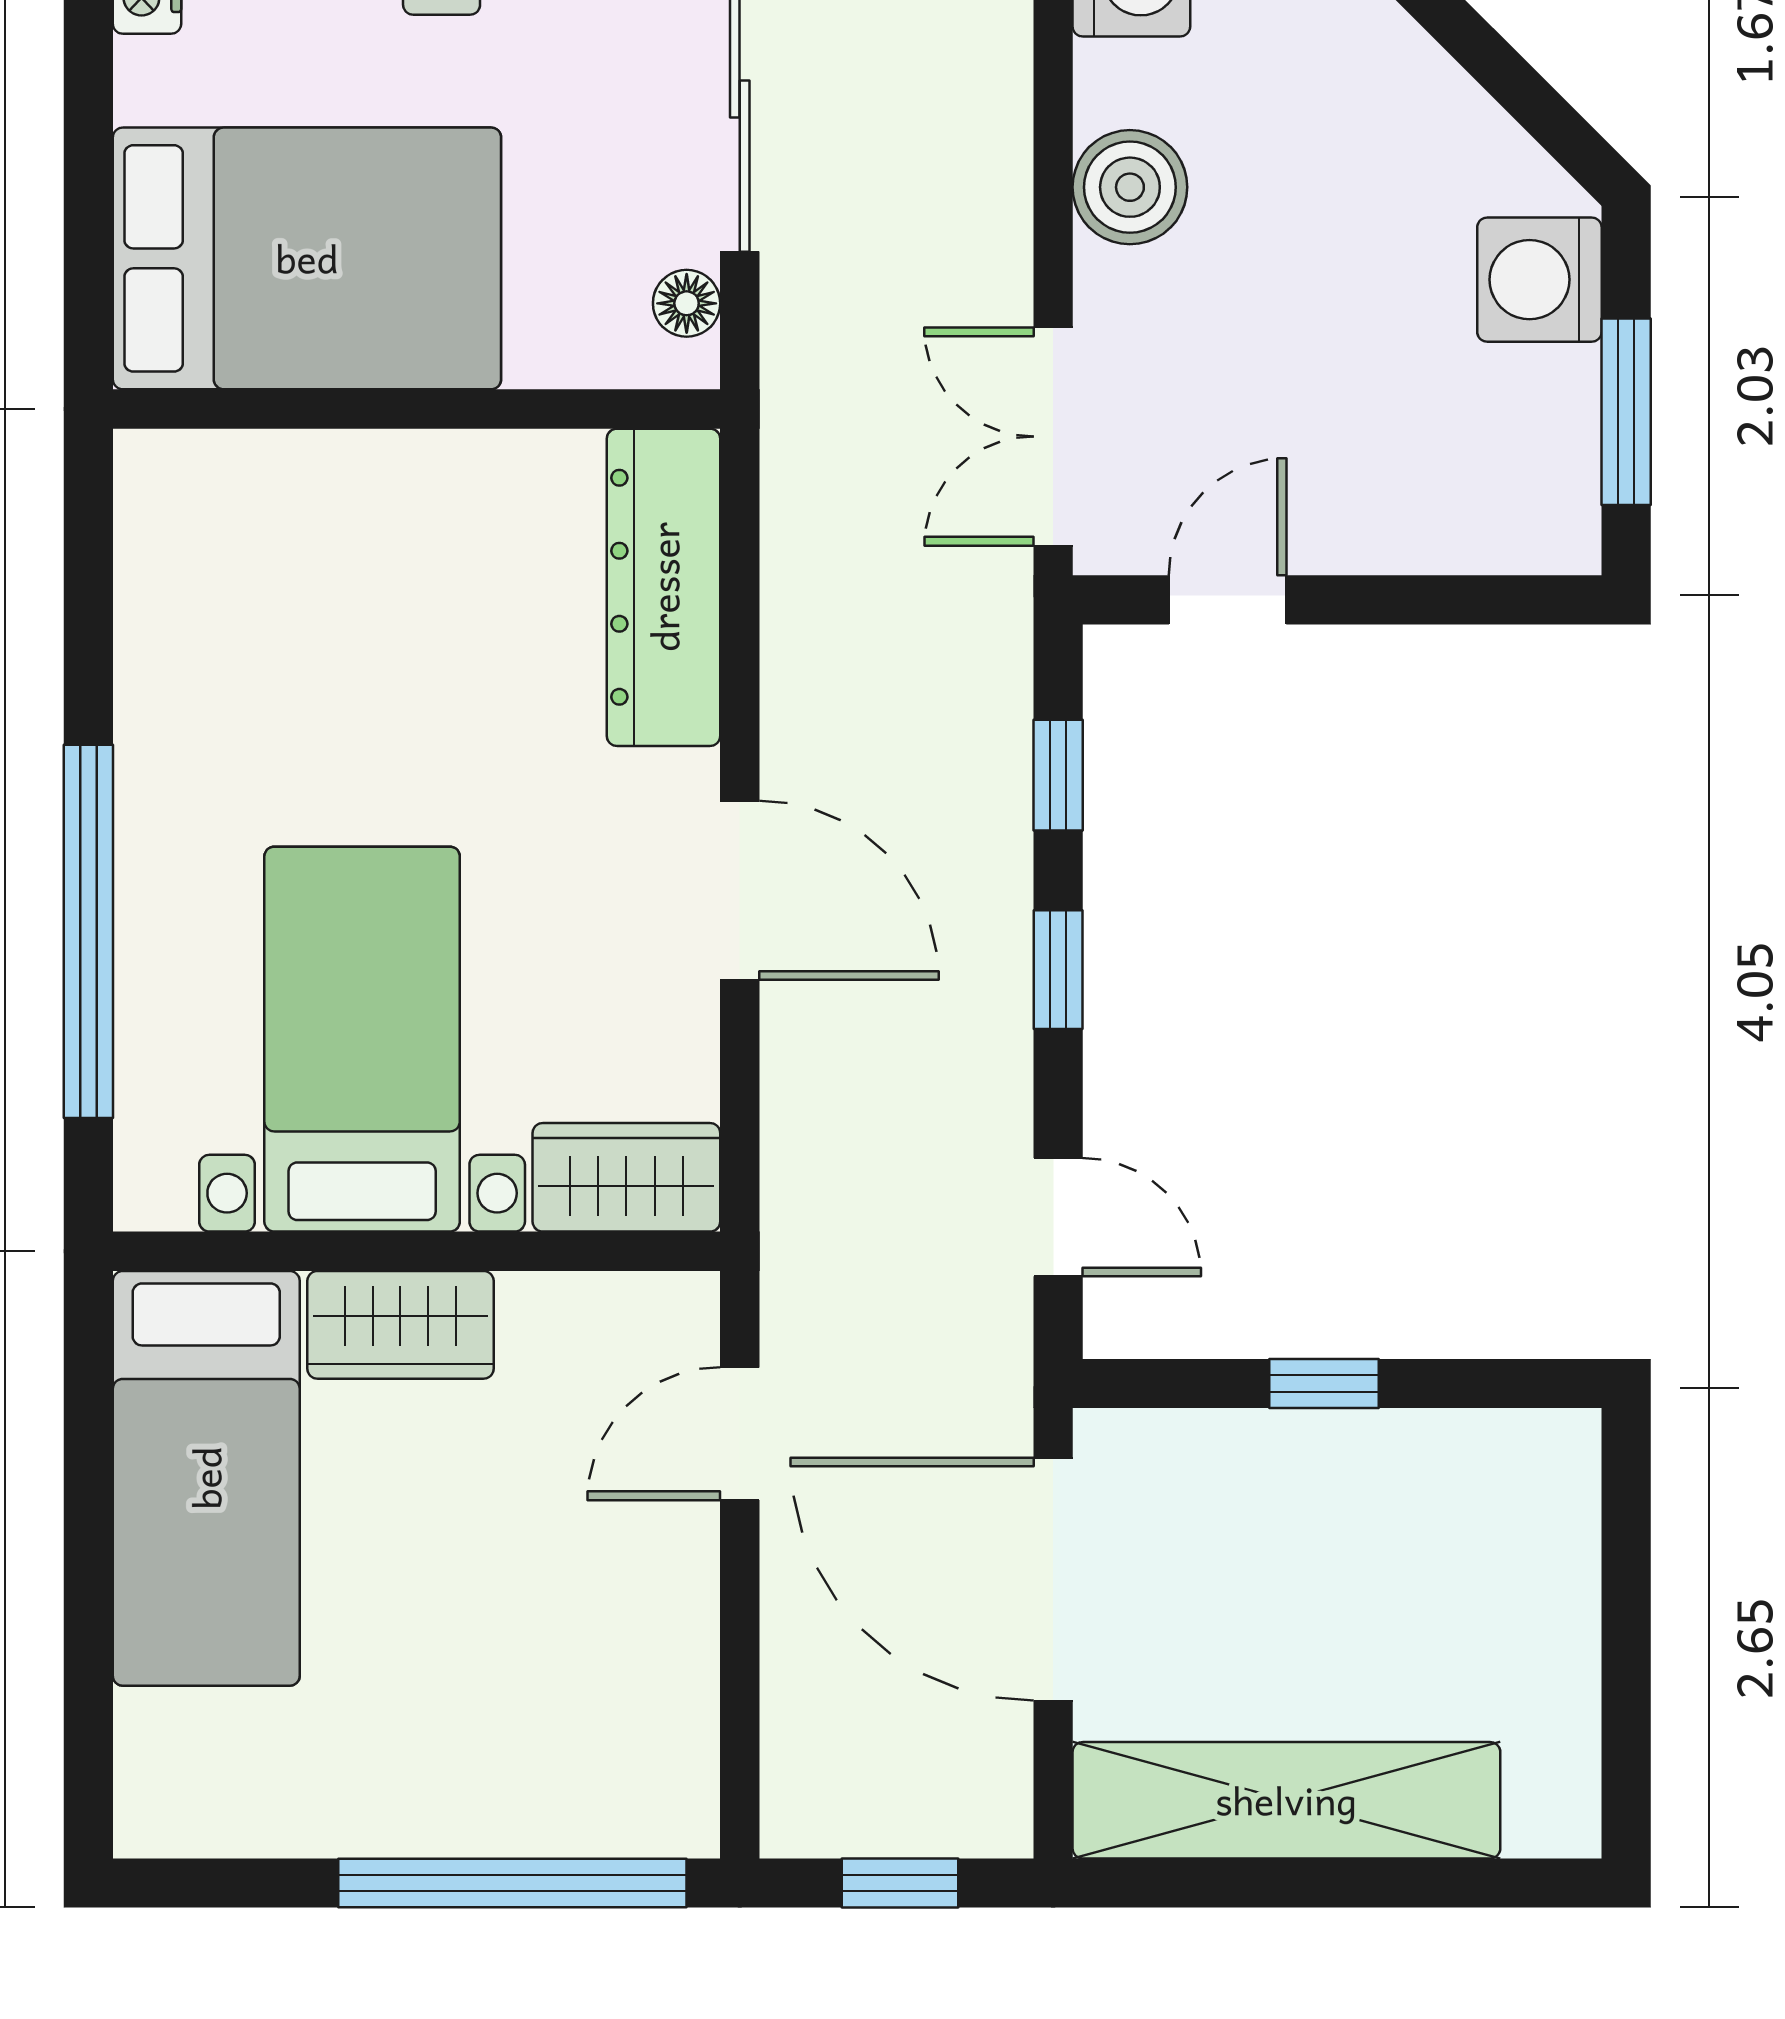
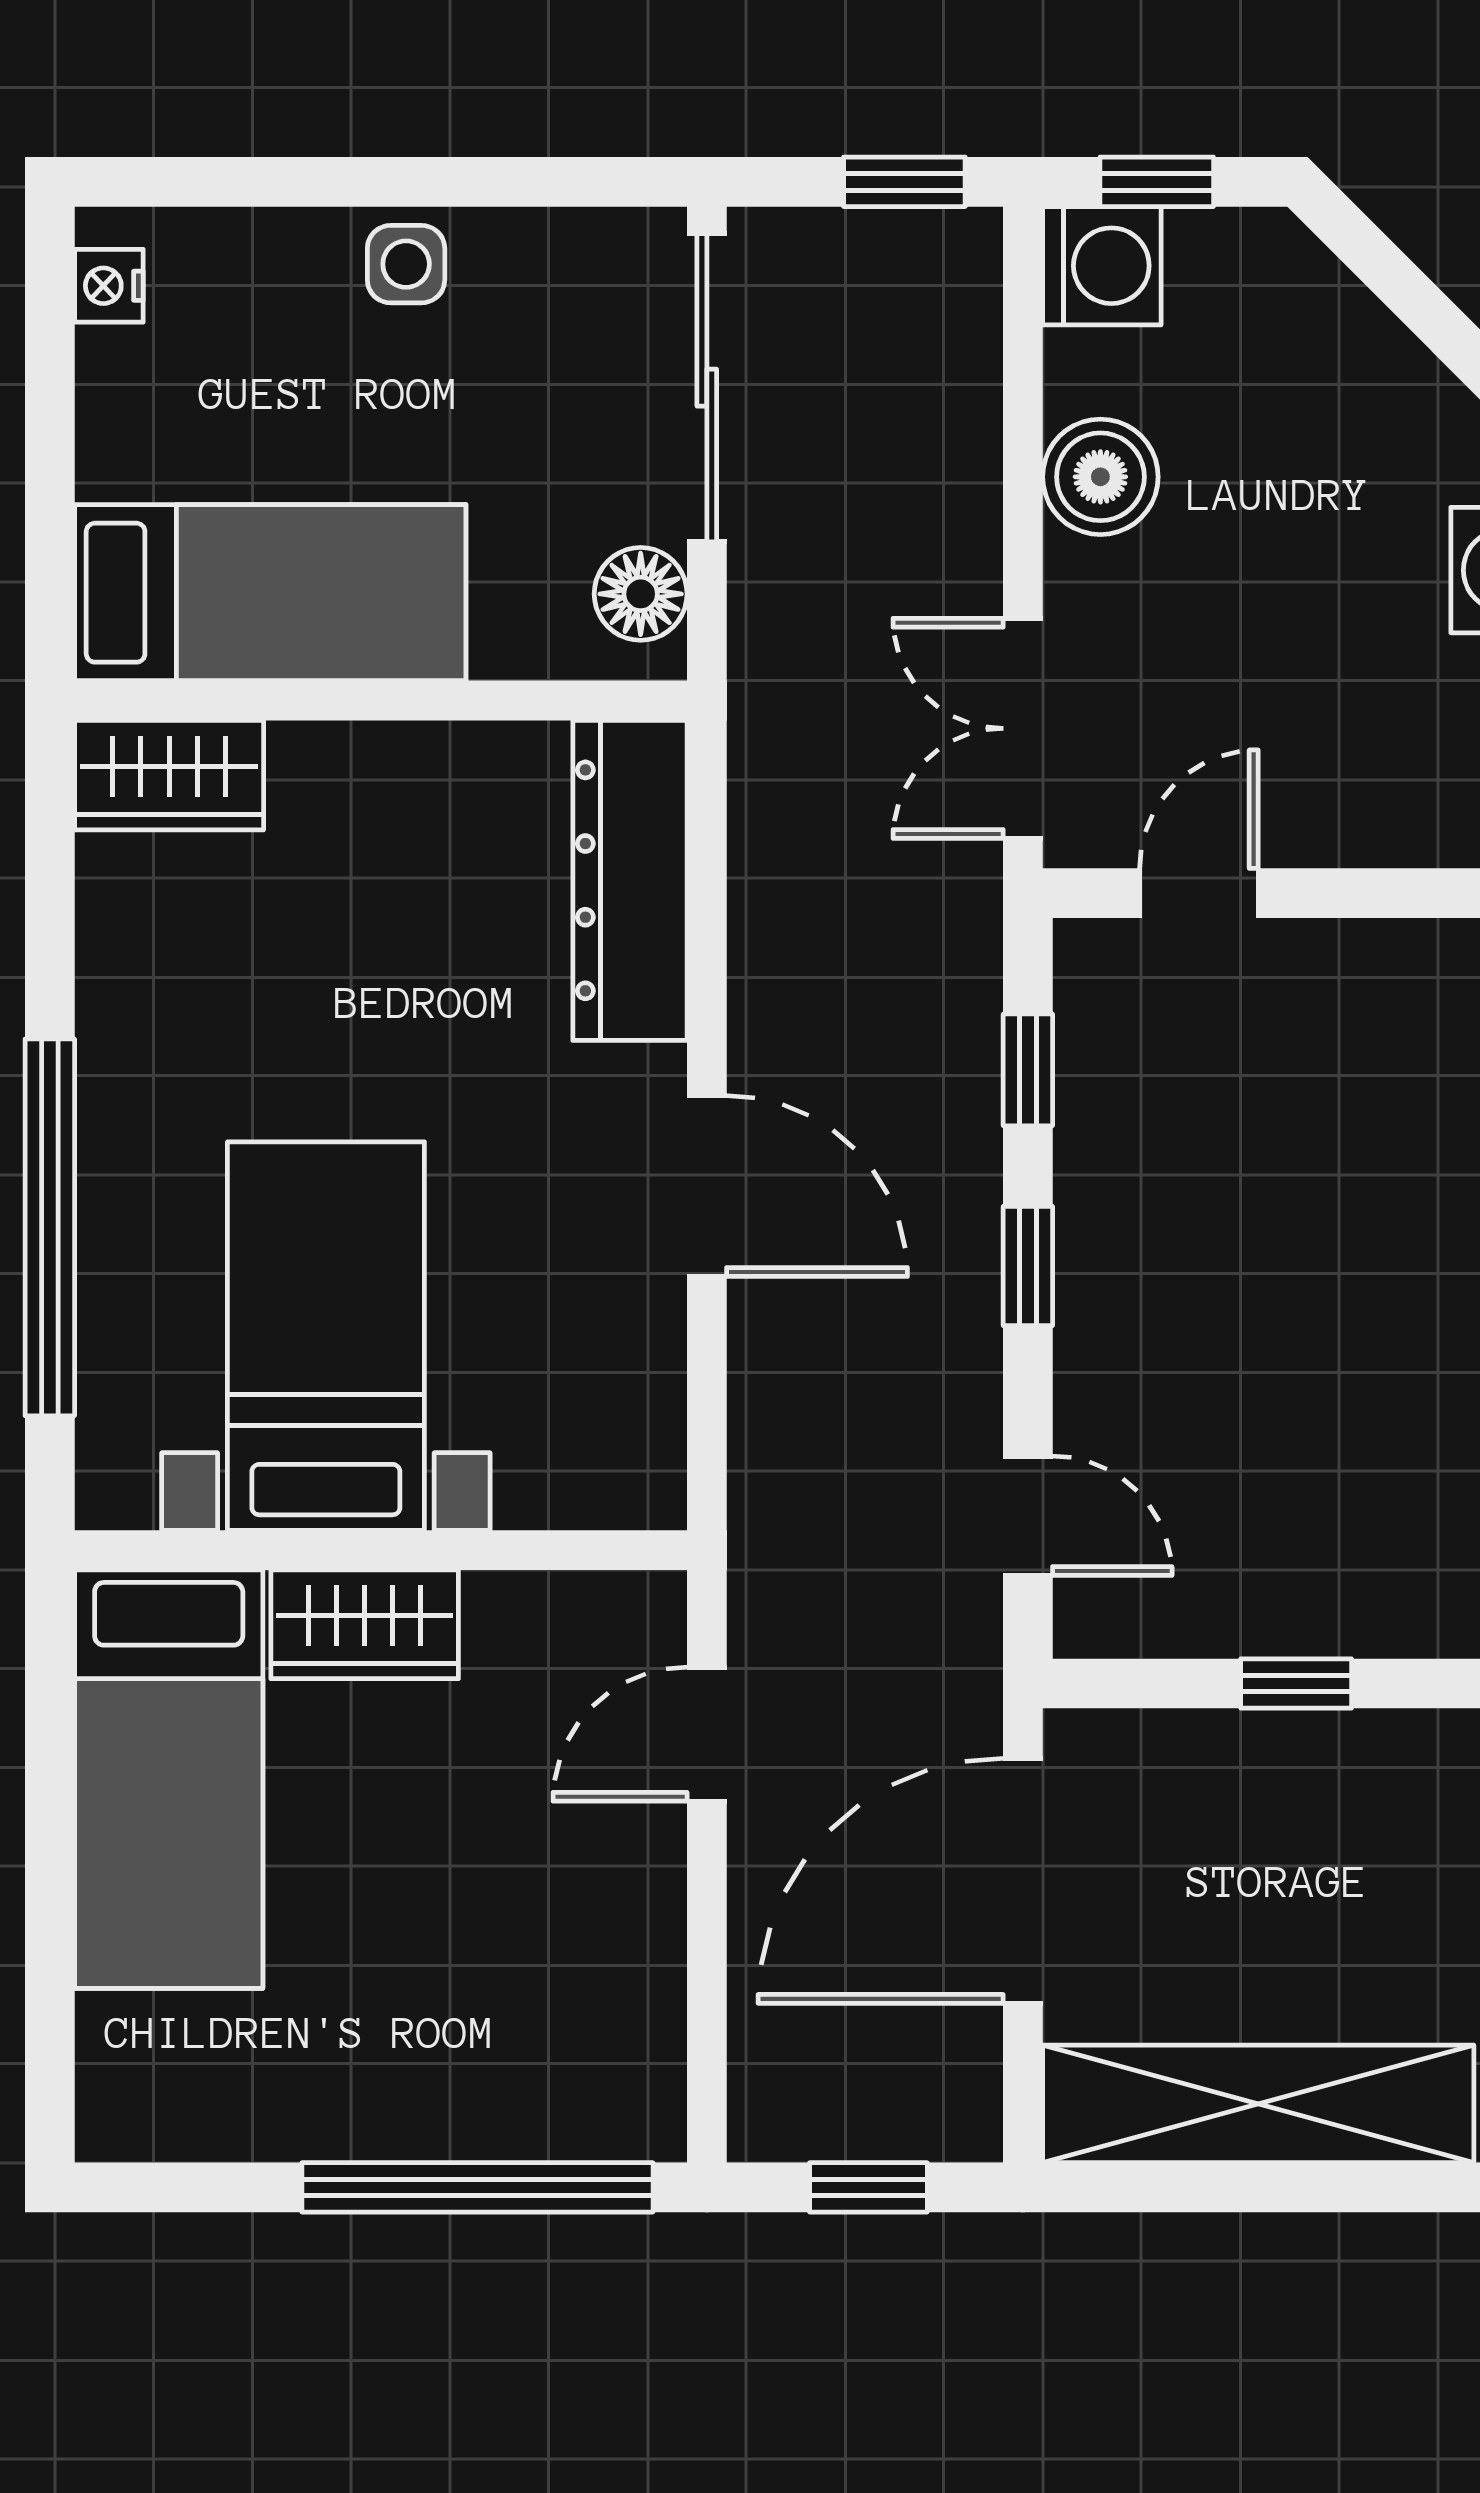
bed: (307, 258) -> (270, 593), width x0.67
floor lamp: (687, 303) -> (641, 594), width x1.37, depth x1.37
wardrobe: (626, 1177) -> (169, 775), moved, turned 180
door: (1053, 1579) -> (1023, 1881), hinge flipped

